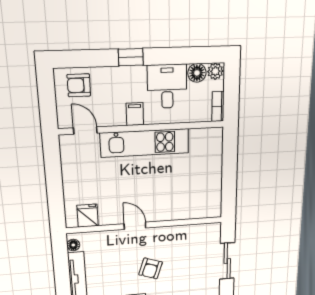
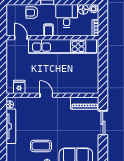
armchair: (79, 85) -> (32, 13), moved
kitchen unit: (145, 143) -> (63, 46), width x1.36
piano: (199, 233) -> (85, 103), added
armchair: (151, 268) -> (55, 124), removed

